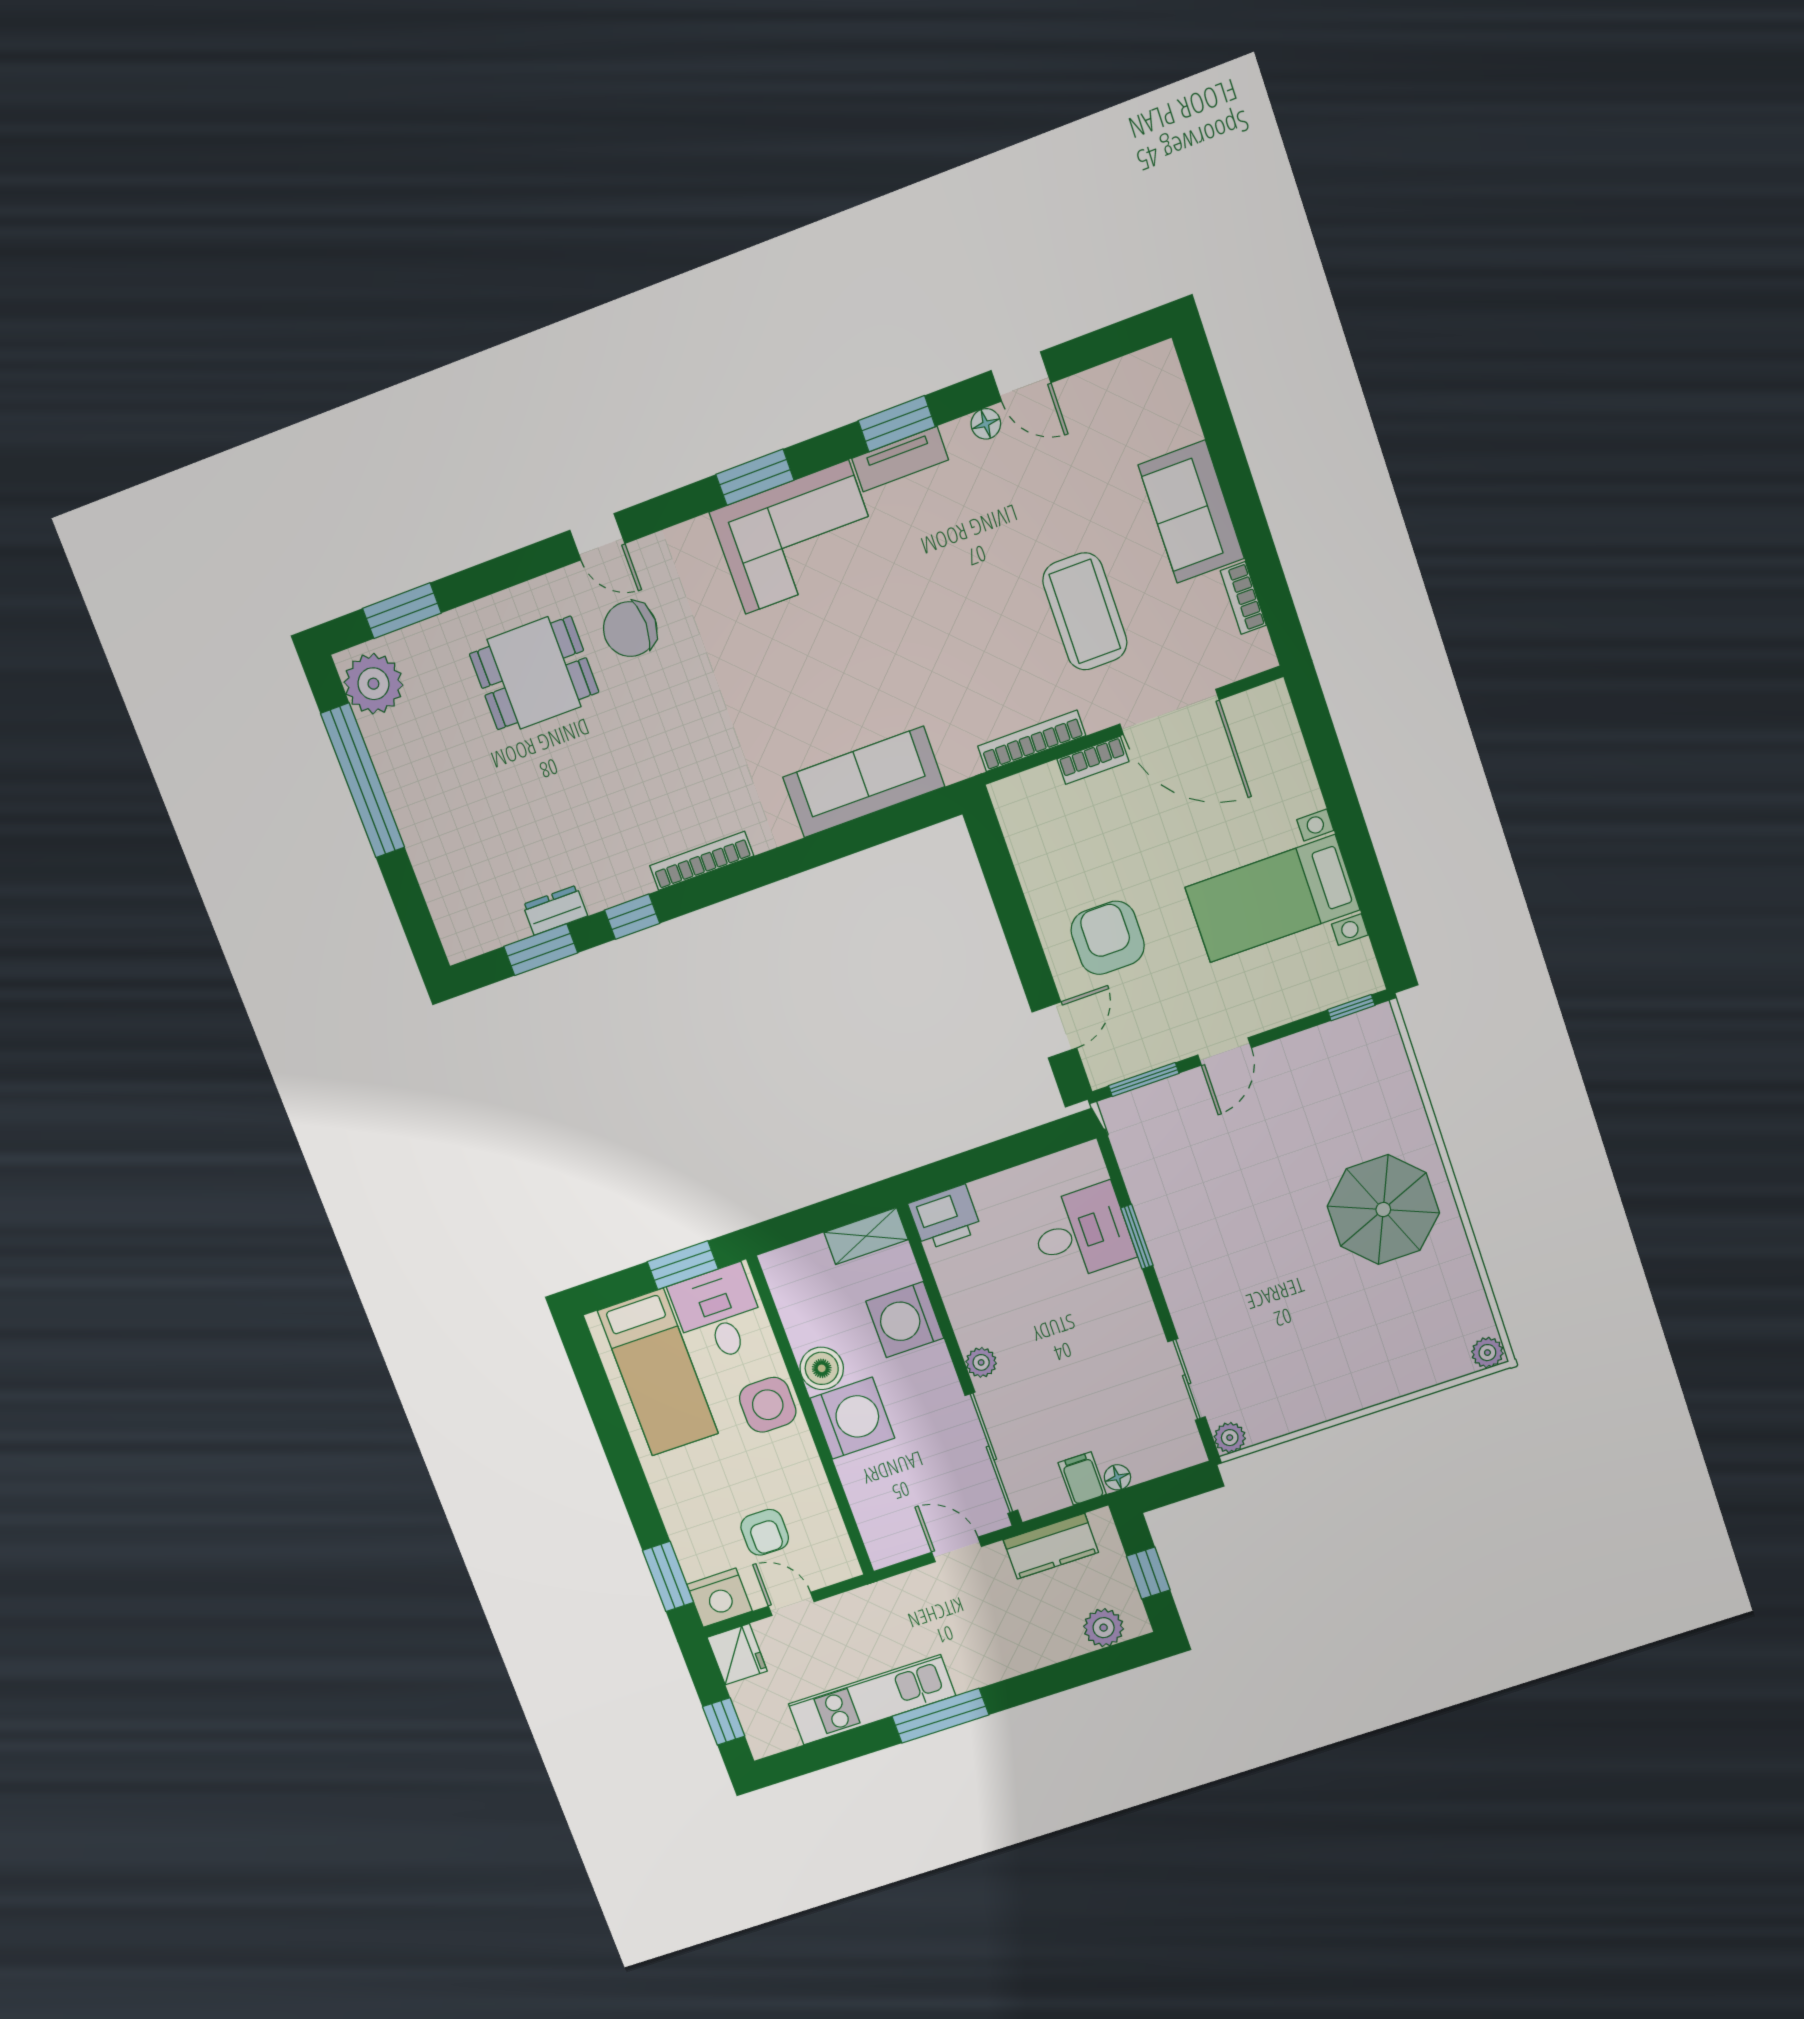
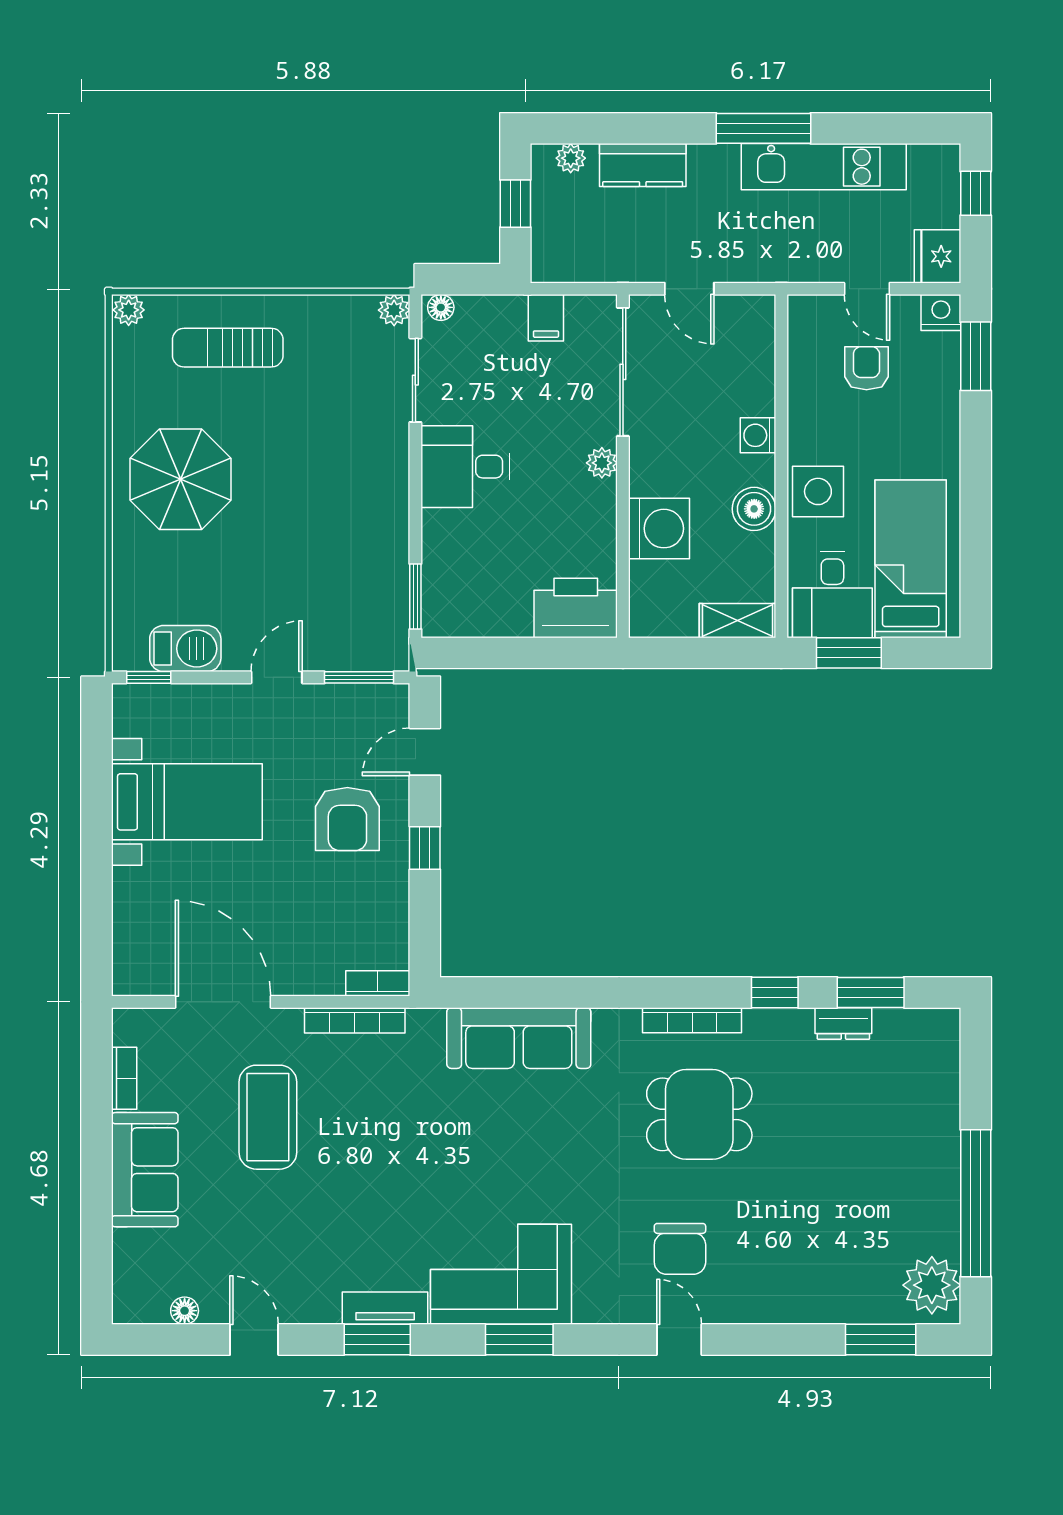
floor lamp: (986, 424) -> (185, 1311), moved
chair: (630, 629) -> (680, 1249), turned 90
dining table: (534, 673) -> (699, 1114), moved
bookcase: (1093, 760) -> (378, 983), moved
window: (1022, 936) -> (425, 848), added
barbecue: (1324, 1048) -> (185, 649), added
printer: (945, 1217) -> (576, 608), width x1.37, depth x1.19
desk: (1082, 1233) -> (465, 467), moved
shelving: (866, 1236) -> (738, 621), moved
window: (1137, 1237) -> (415, 597), moved
sun lounger: (1379, 1349) -> (228, 348), added
washing machine: (852, 1418) -> (758, 435), width x0.53, depth x0.53
floor lamp: (1117, 1477) -> (441, 307), moved
kitchen counter: (1051, 1546) -> (643, 165), moved, turned 180
nightstand: (720, 1598) -> (941, 313), width x0.74, depth x0.75
plant: (1104, 1628) -> (571, 158), width x0.73, depth x0.73

